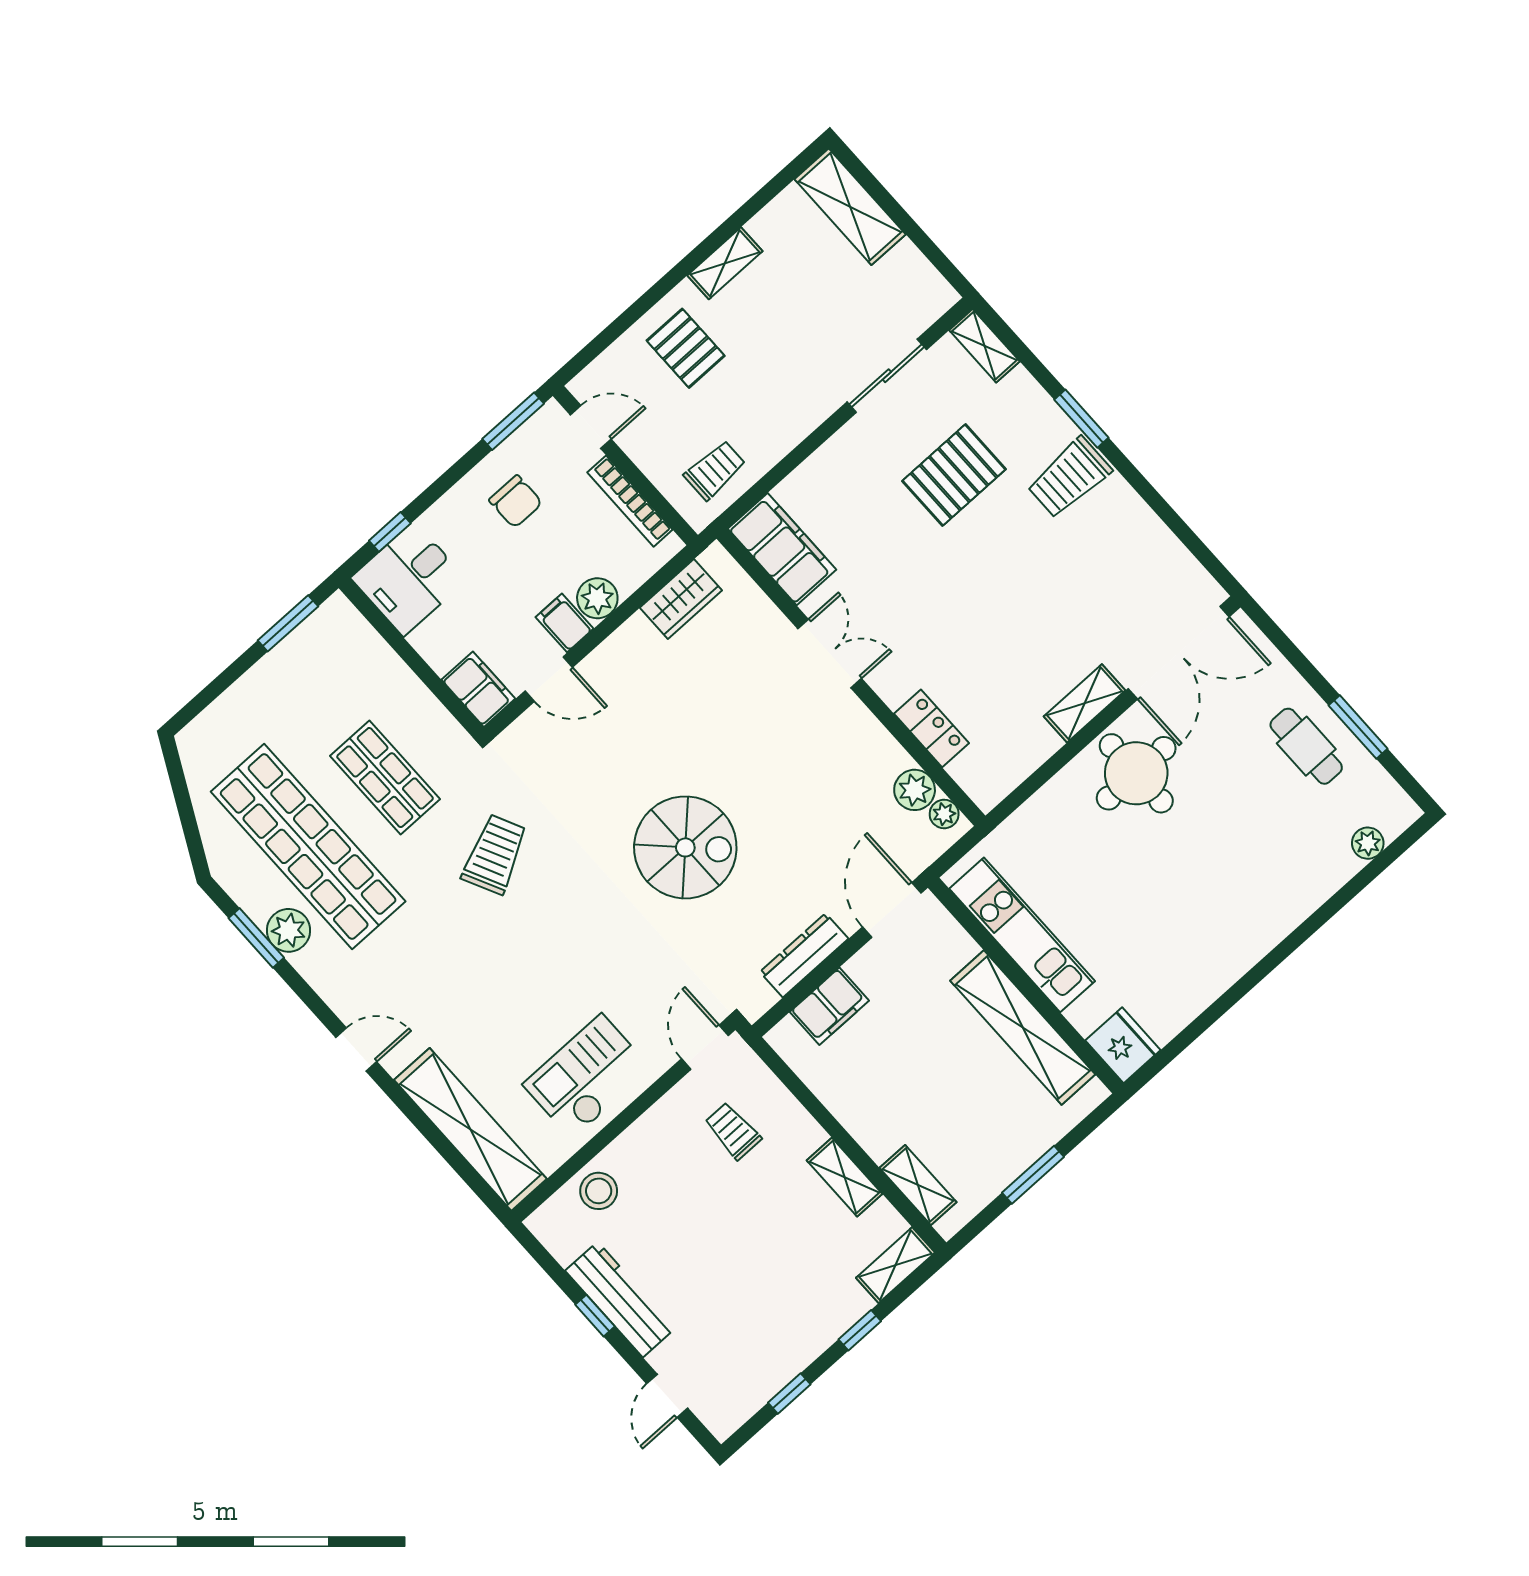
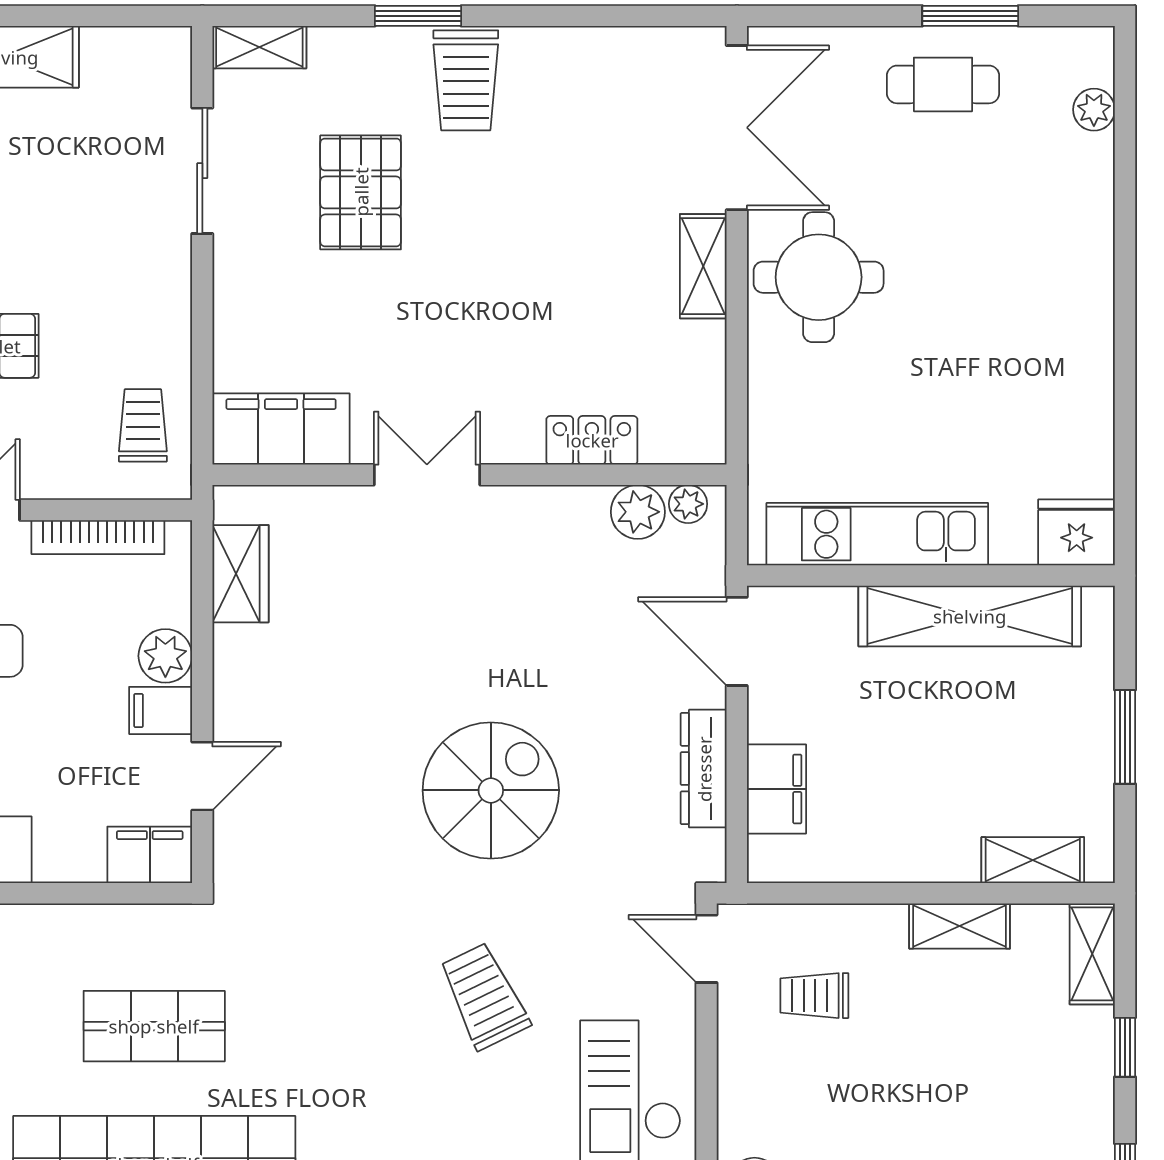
trolley: (495, 854) -> (484, 996), moved

